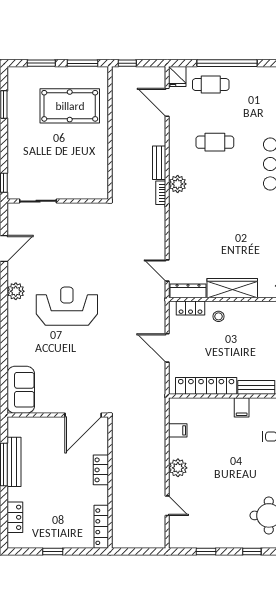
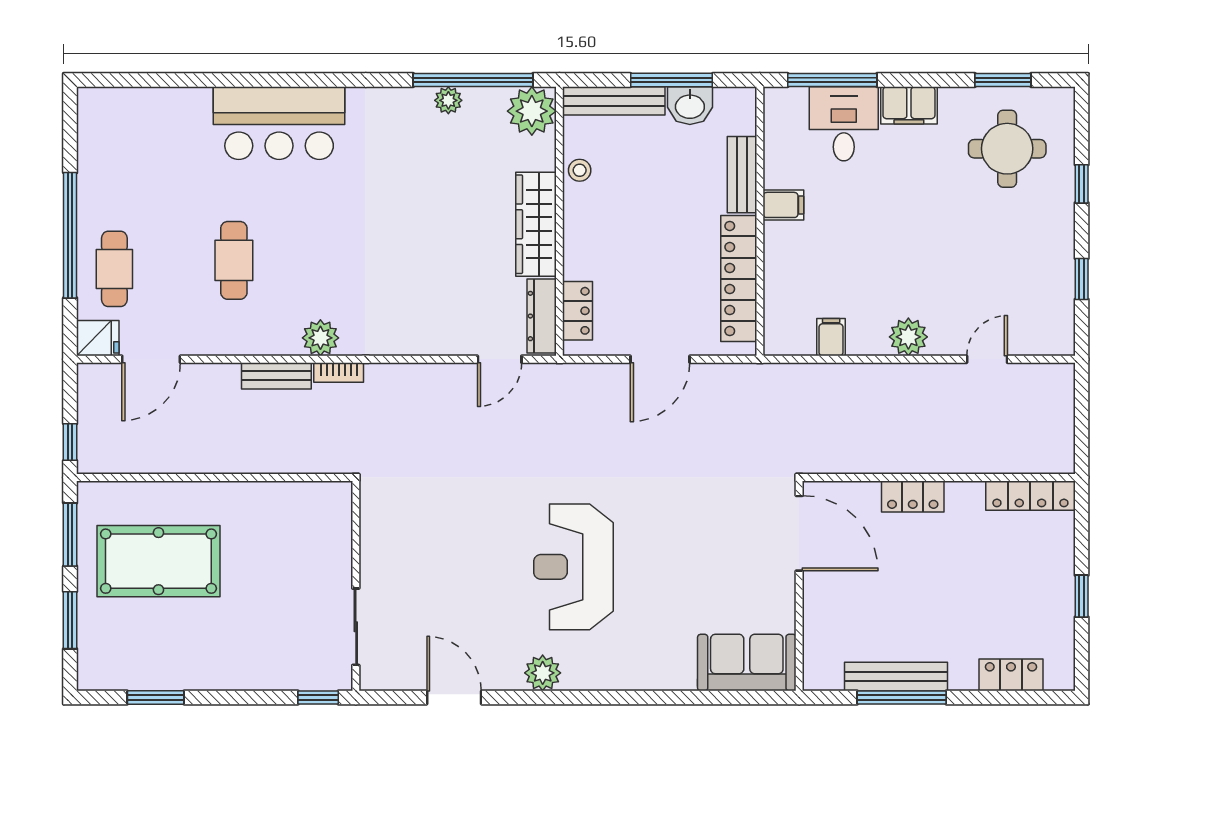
pool table: (70, 106) -> (158, 561), turned 90
stool: (218, 316) -> (580, 170), moved

